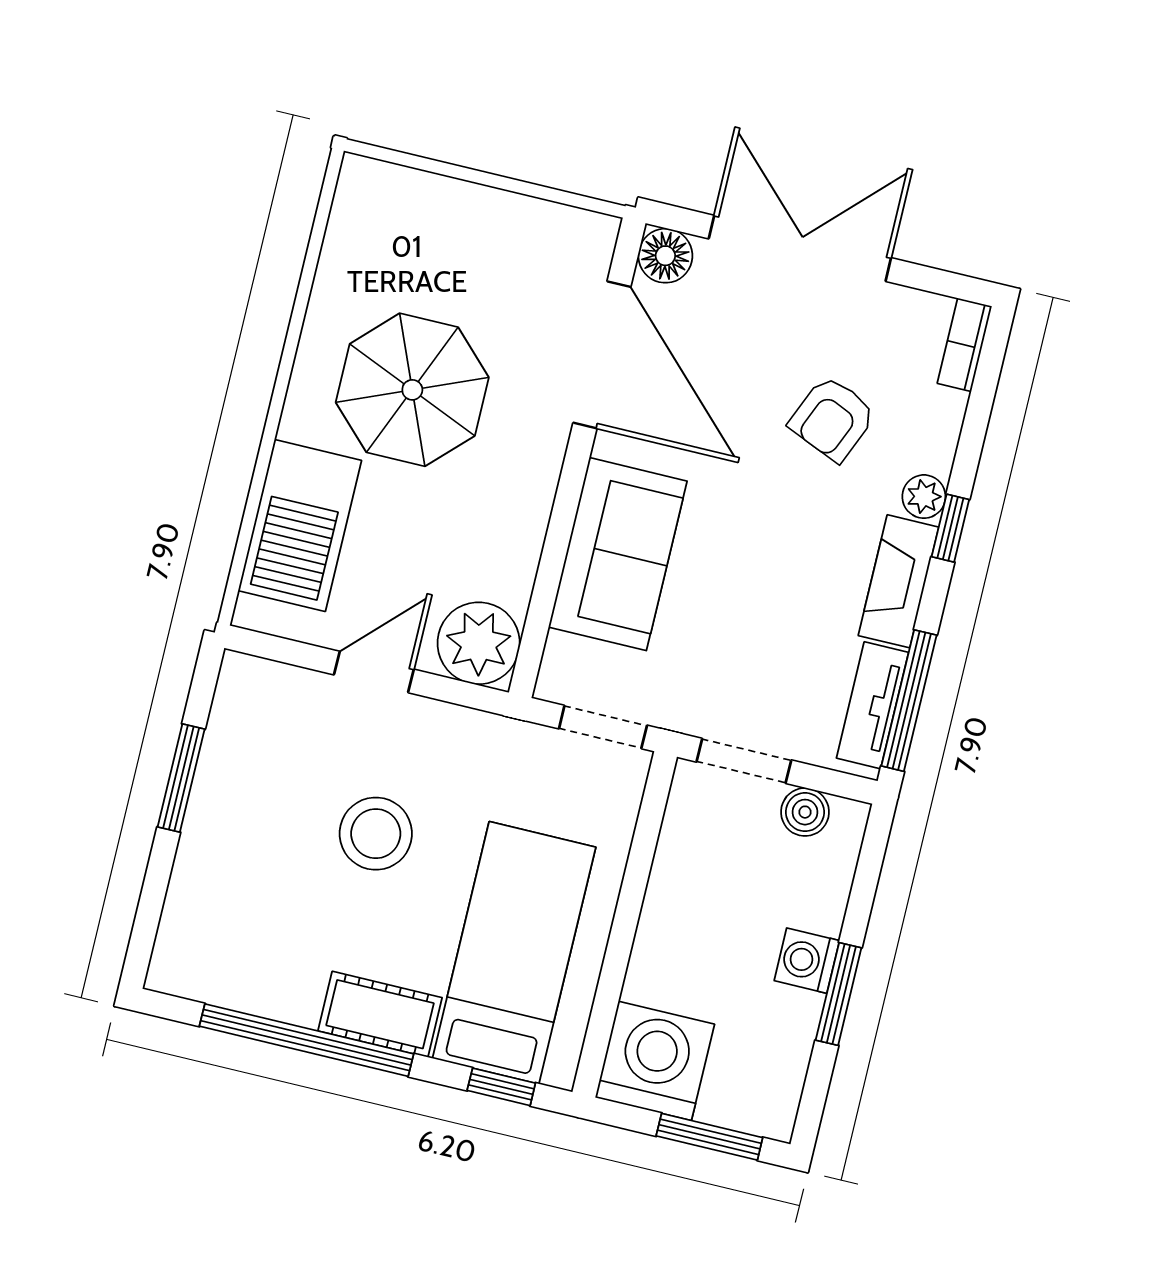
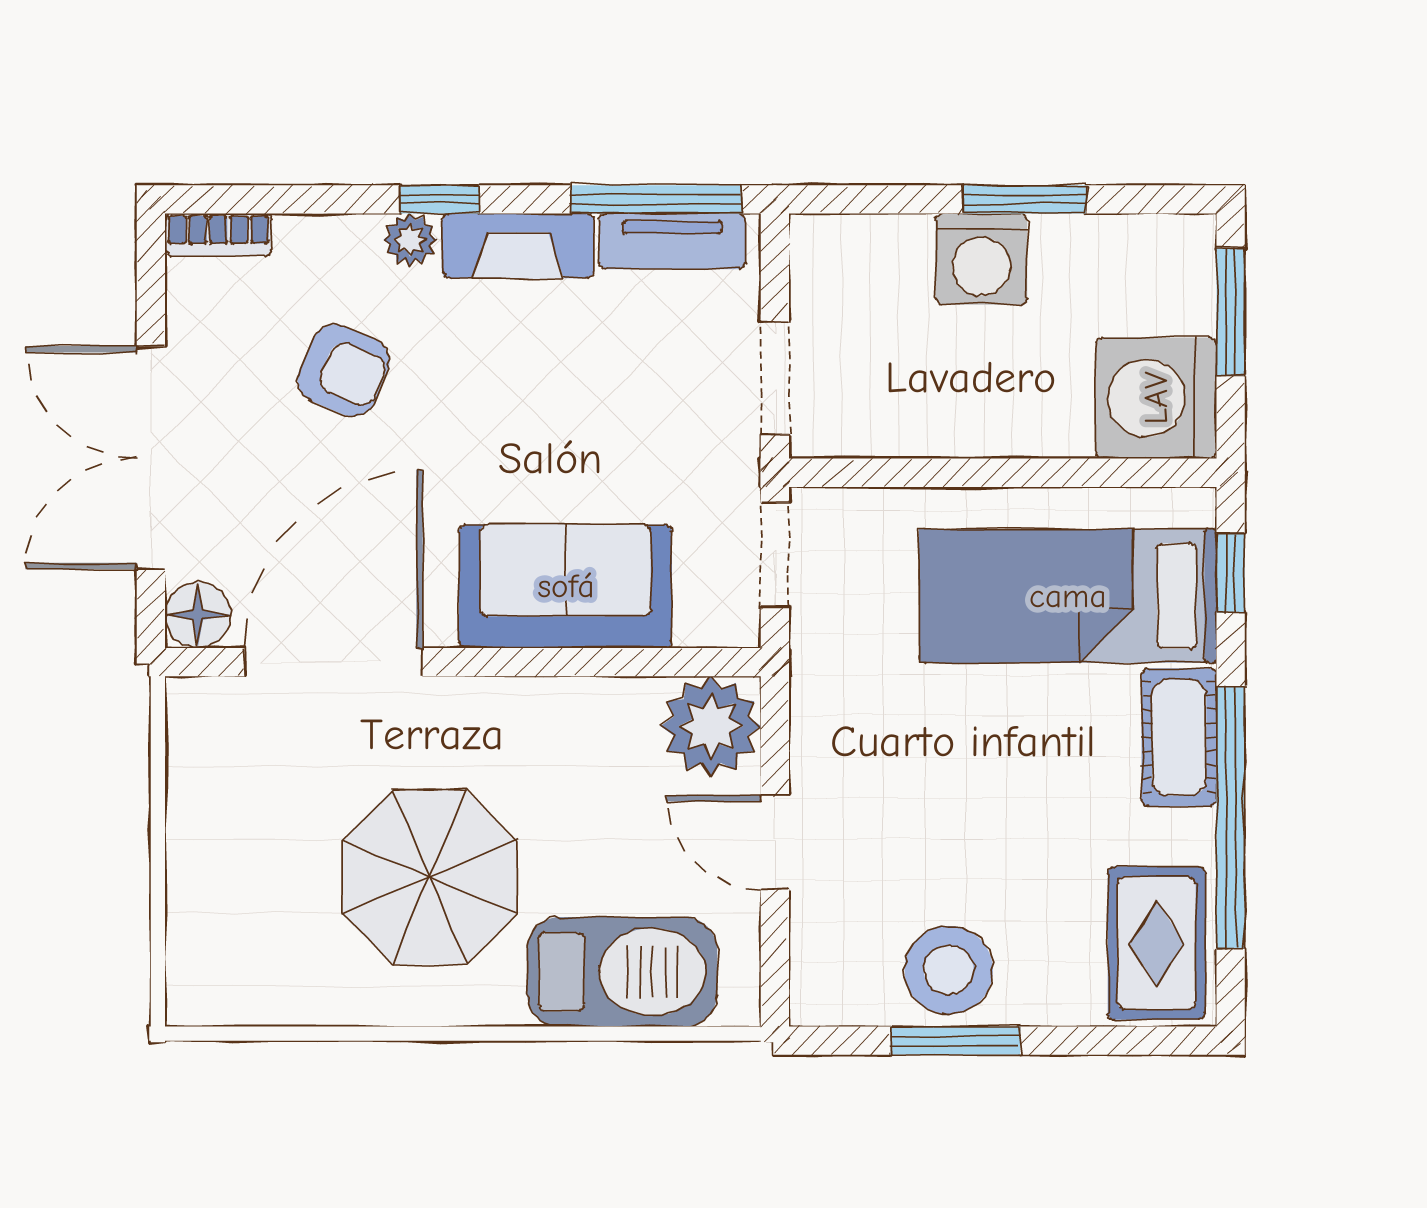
boiler: (805, 812) -> (818, 291), removed
stool: (376, 834) -> (949, 970), moved
rug: (220, 957) -> (1157, 943), added
washing machine: (807, 961) -> (981, 259), width x1.38, depth x1.38

